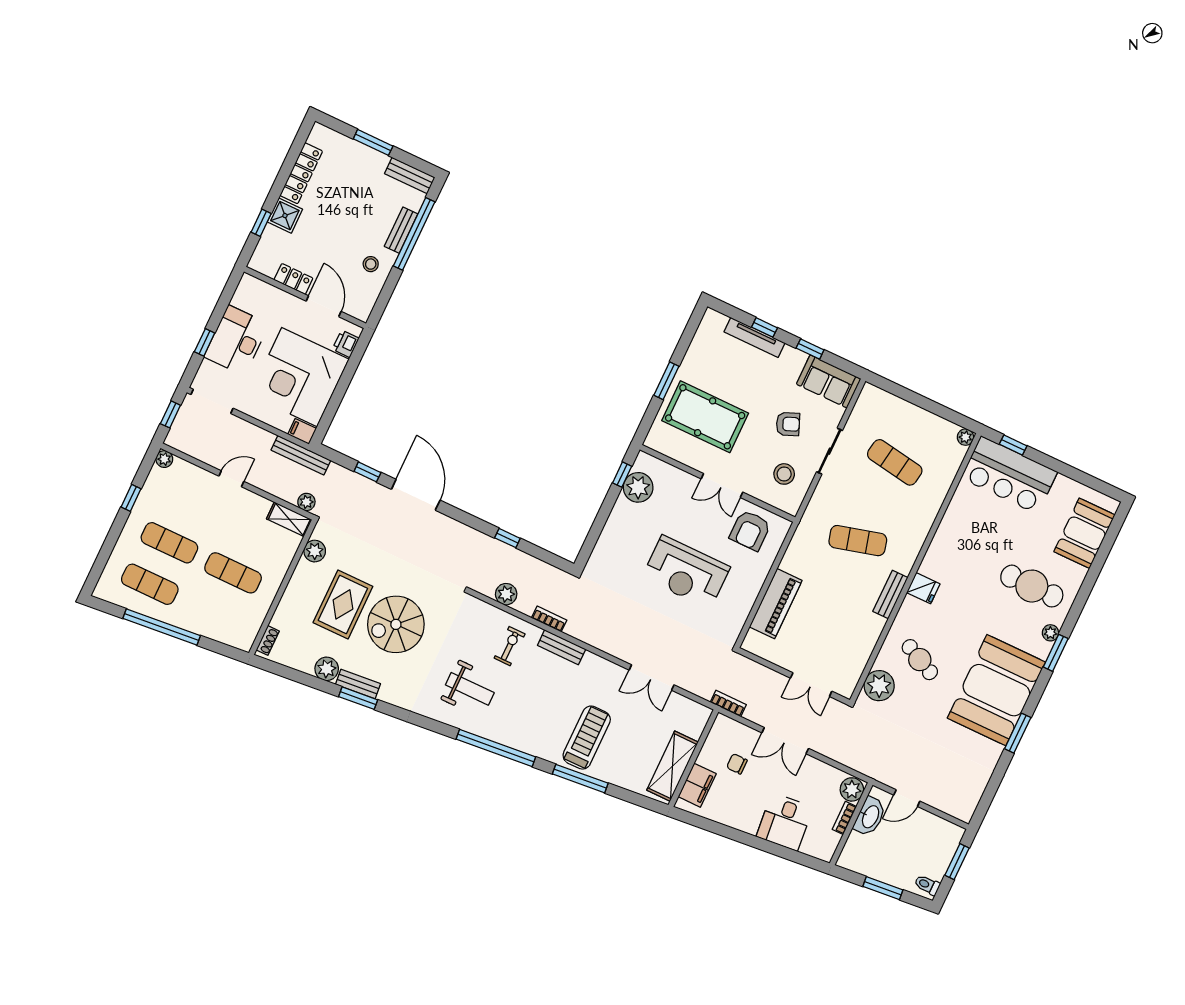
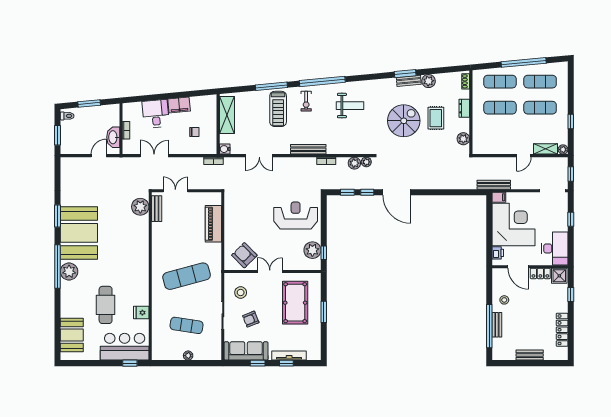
window: (373, 142) -> (533, 363), removed
bench: (410, 175) -> (530, 355), moved
shower: (285, 216) -> (559, 276), moved
desk: (236, 340) -> (555, 248), moved
sofa: (829, 381) -> (246, 351), width x1.36
pool table: (705, 417) -> (295, 303), turned 90
plant: (965, 437) -> (188, 356), moved
window: (367, 472) -> (347, 192), moved
door: (416, 495) -> (397, 192), moved
plant: (306, 502) -> (366, 162), moved
shelving: (289, 519) -> (545, 149), moved
armchair: (750, 530) -> (244, 255), turned -45
exercise mat: (858, 541) -> (187, 276), width x1.36, depth x1.45
reception desk: (686, 572) -> (296, 216), moved
cafe table: (1032, 586) -> (106, 305), moved, turned 90
fridge: (923, 588) -> (141, 313), moved
bench: (890, 595) -> (157, 209), moved
dresser: (290, 599) -> (464, 108), added
rug: (343, 604) -> (436, 118), width x0.73, depth x0.70
exercise mat: (213, 614) -> (500, 82), added
plant: (1050, 633) -> (69, 272), width x1.88, depth x1.88
exercise bike: (510, 646) -> (306, 101), moved
bench: (562, 647) -> (308, 149), width x1.36
window: (1056, 653) -> (57, 267), width x2.11
cafe table: (920, 660) -> (126, 230), removed
double door: (652, 677) -> (259, 156), swing flipped
weight bench: (470, 689) -> (350, 106), turned 180
water cooler: (702, 714) -> (225, 149), added
double door: (785, 741) -> (154, 156), moved
filing cabinet: (697, 785) -> (179, 105), moved, turned -95
plant: (852, 789) -> (129, 147), removed

